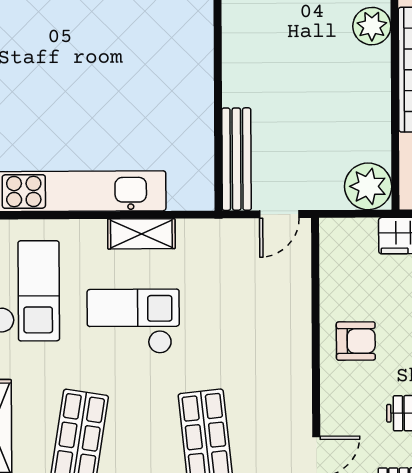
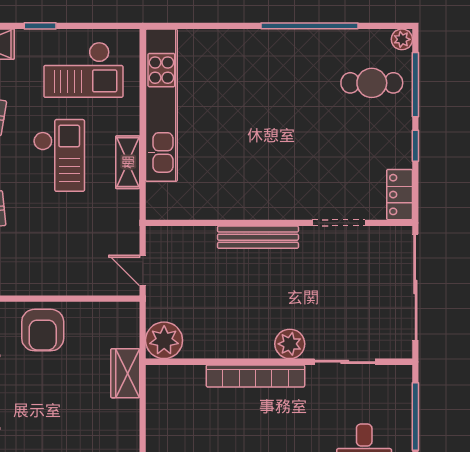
bench: (237, 159) -> (258, 237), moved
armchair: (356, 341) -> (43, 330), width x1.38, depth x1.38

